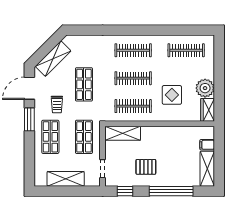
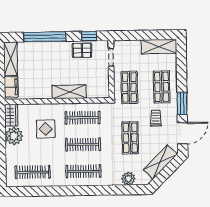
plant: (87, 42) -> (128, 179), added
shelving: (123, 133) -> (69, 92), moved
filing cabinet: (207, 145) -> (11, 87), width x2.00
pallet: (146, 167) -> (82, 50), moved
shelving: (66, 179) -> (159, 47), moved

